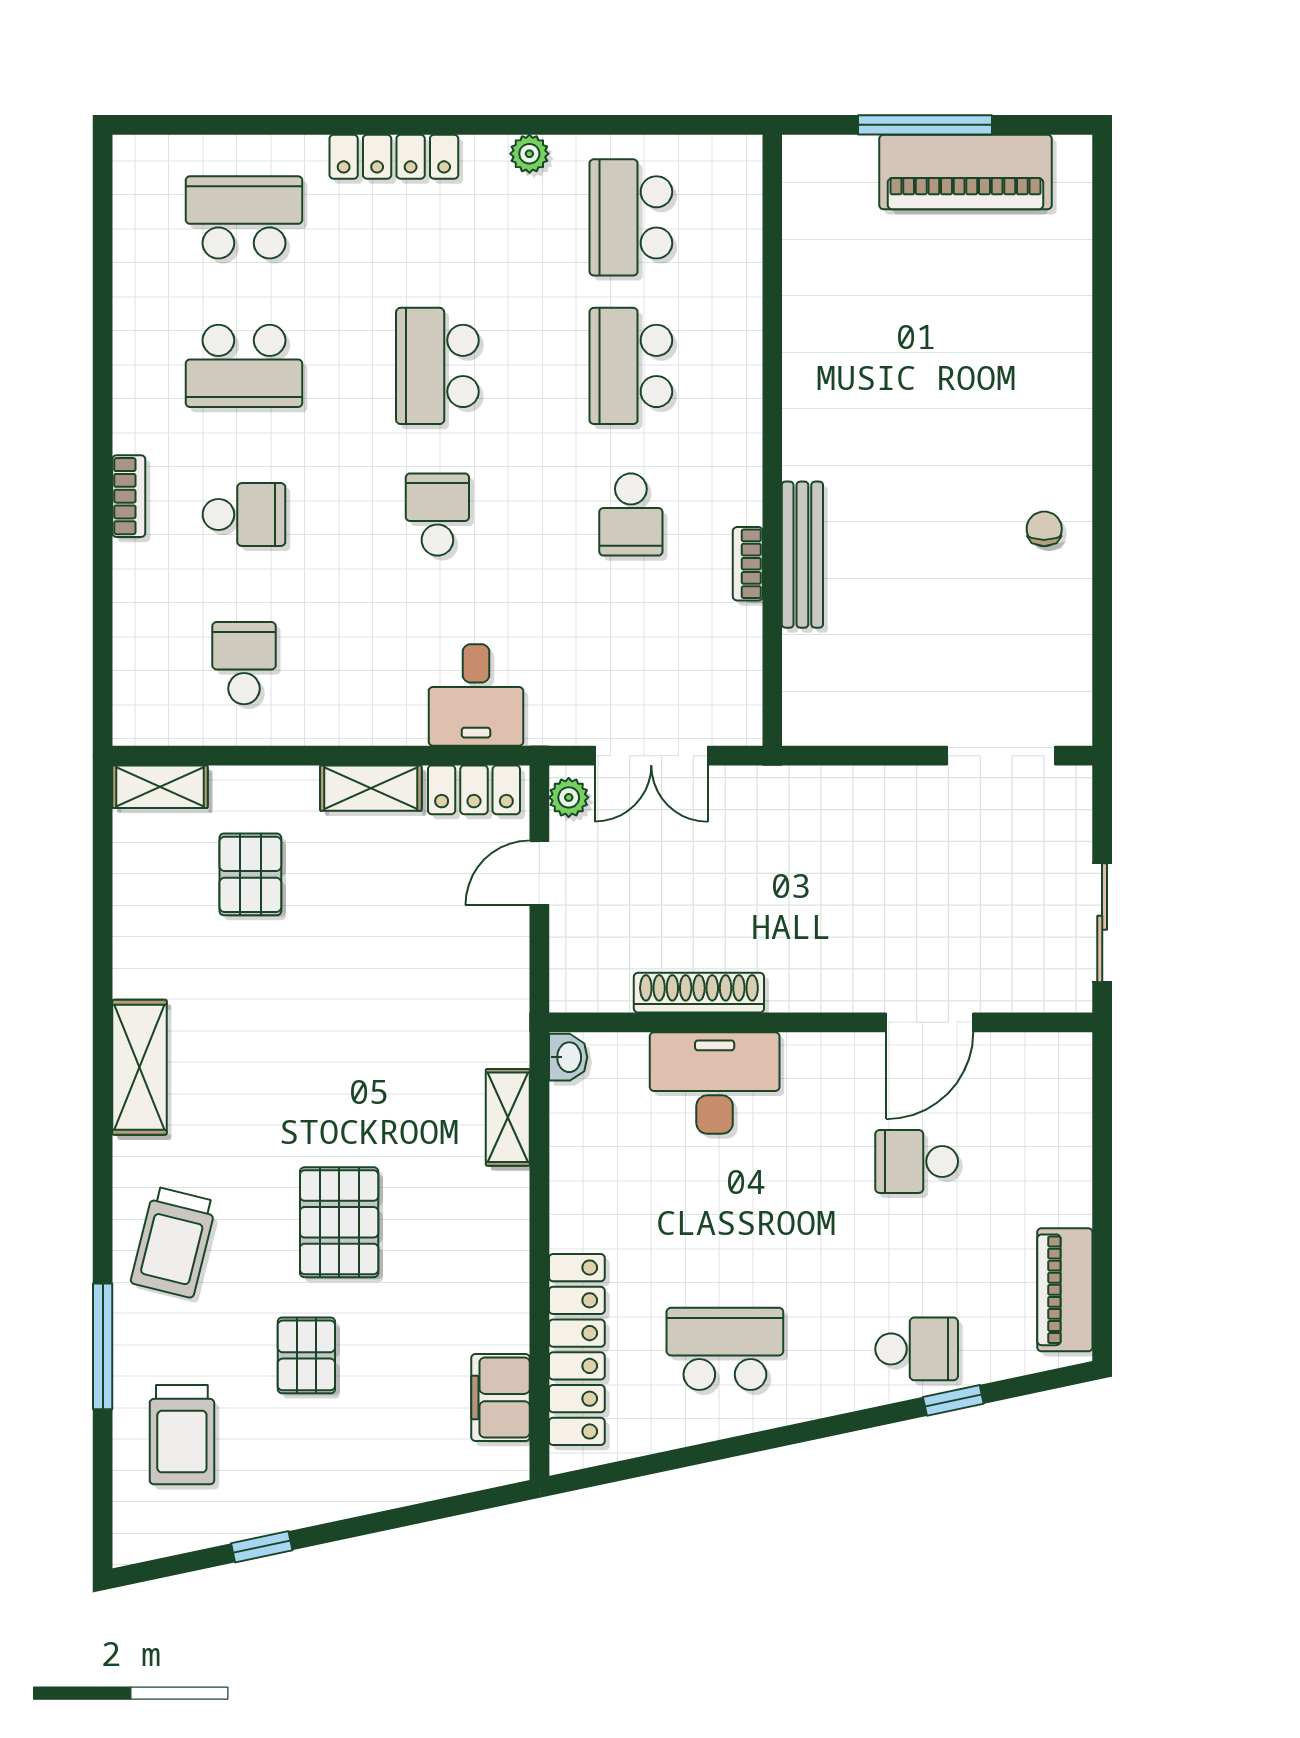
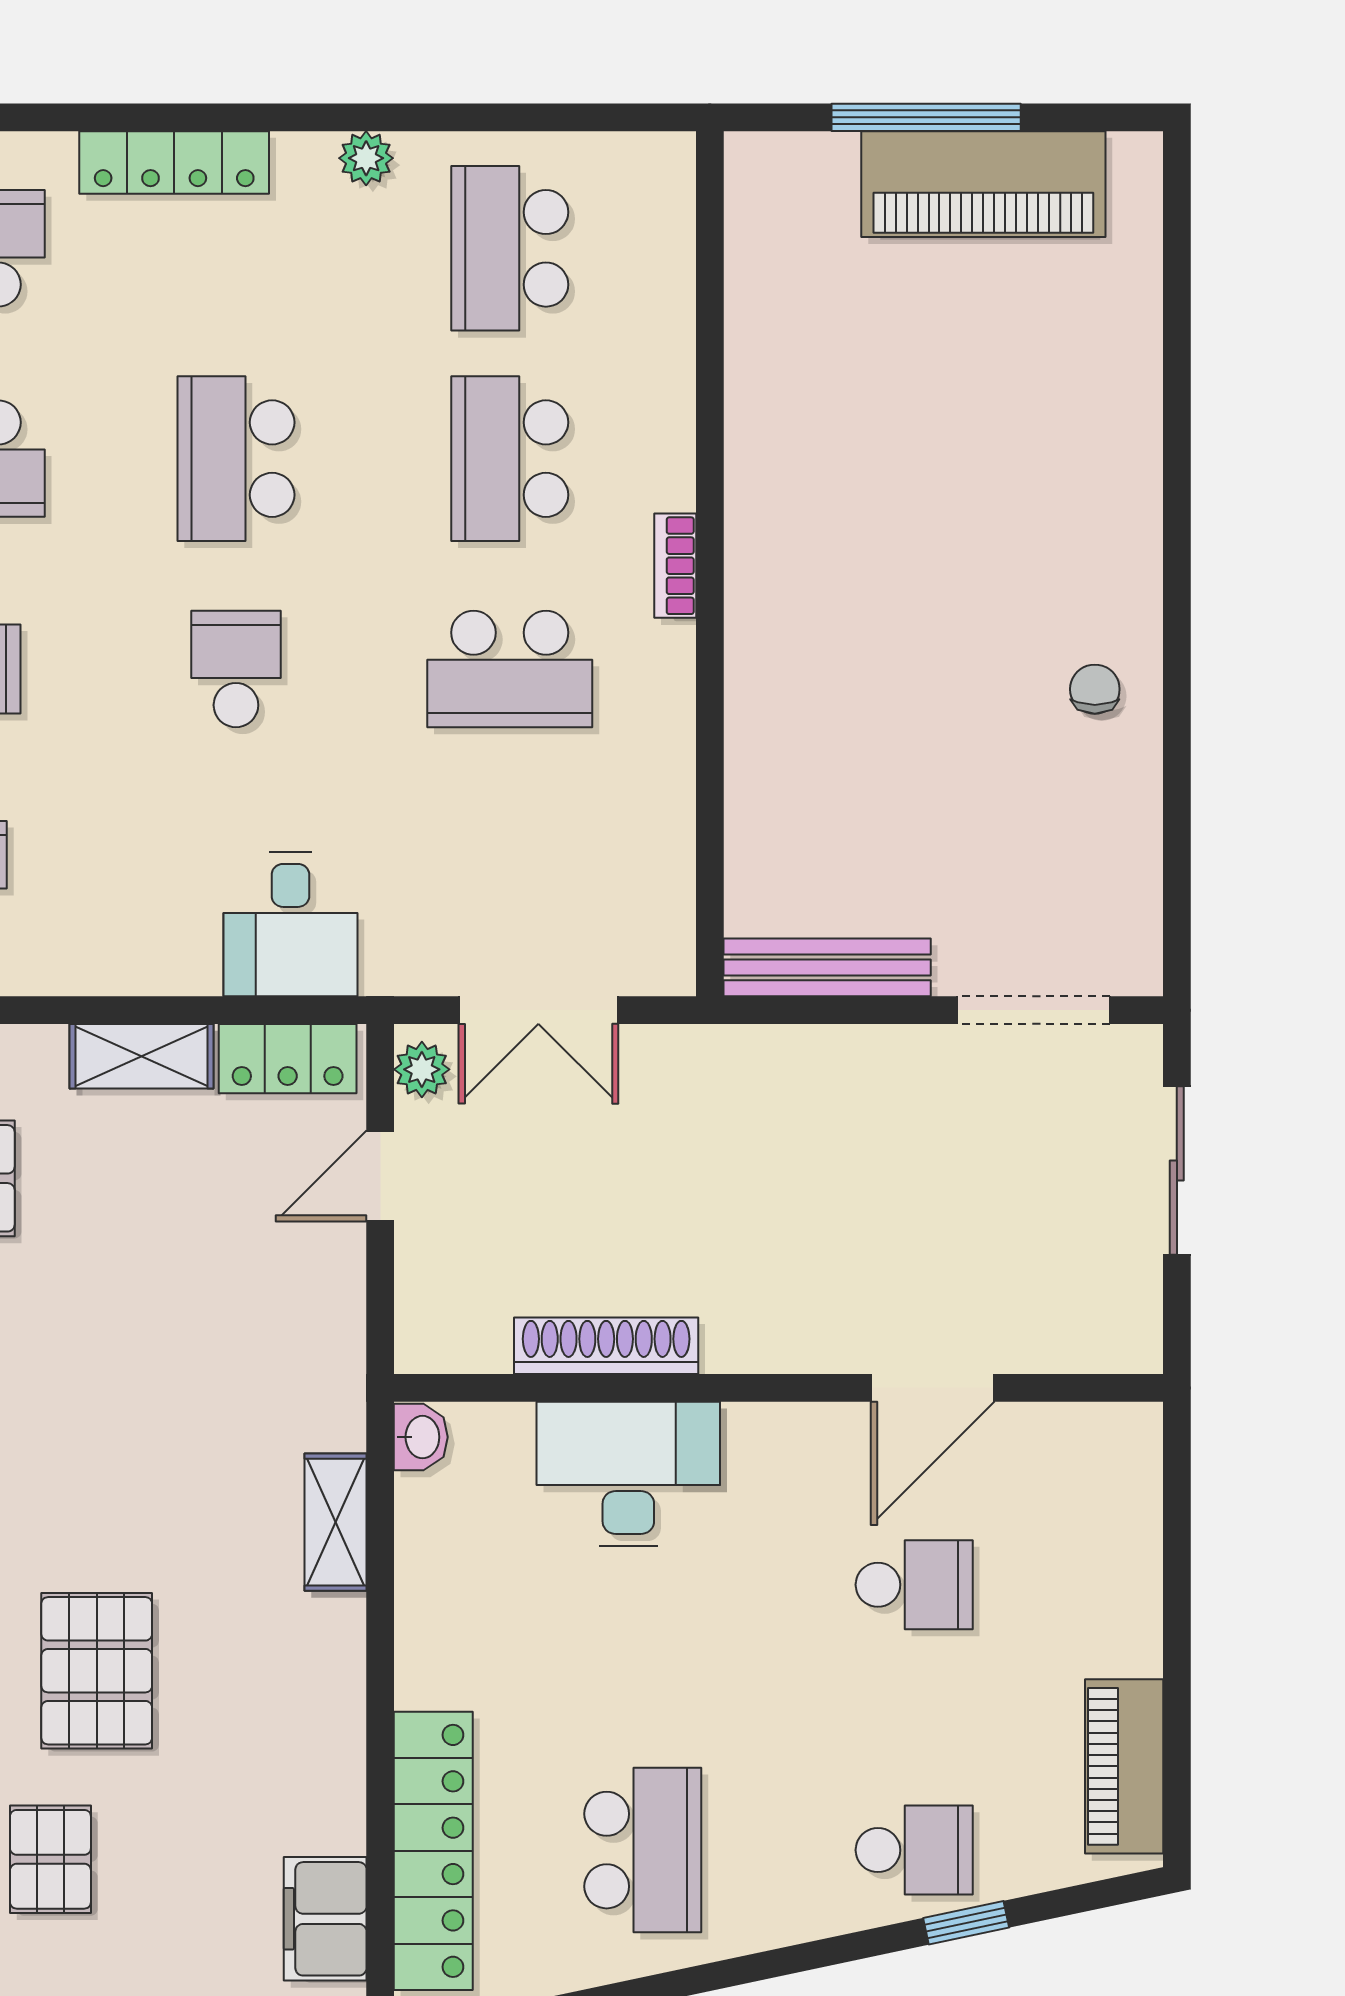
school desk: (631, 515) -> (510, 669), width x1.85
bench: (802, 555) -> (827, 967), moved, turned 90
bookcase: (748, 564) -> (675, 566), moved
sliding door: (1102, 923) -> (1177, 1170), moved
school desk: (917, 1161) -> (914, 1585), turned 180
school desk: (725, 1349) -> (643, 1850), turned 90

